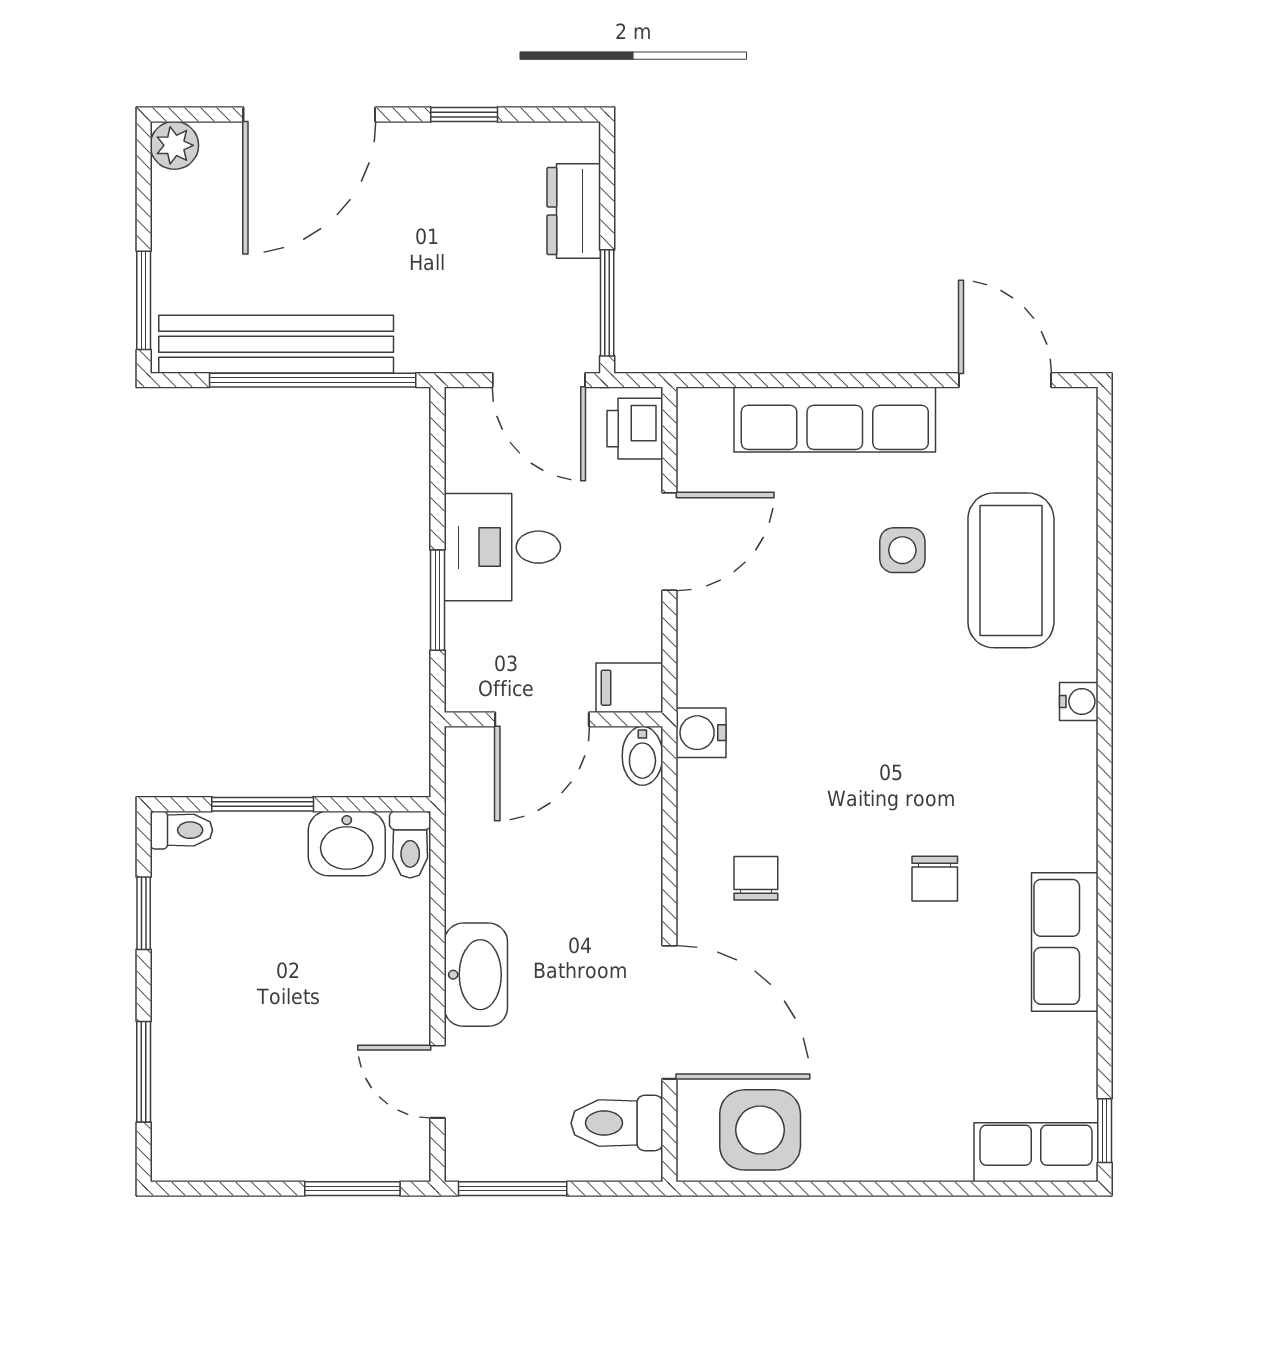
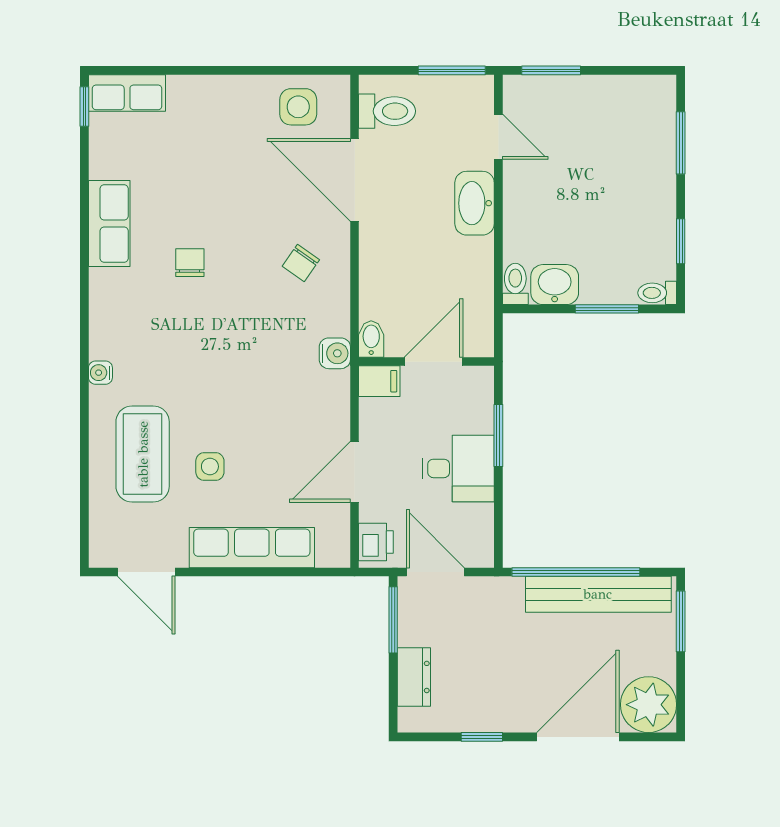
plant: (174, 145) -> (649, 705), width x1.87, depth x1.87
chair: (756, 878) -> (301, 263), turned 35
side table: (760, 1130) -> (298, 107), width x0.73, depth x0.73

